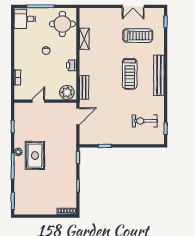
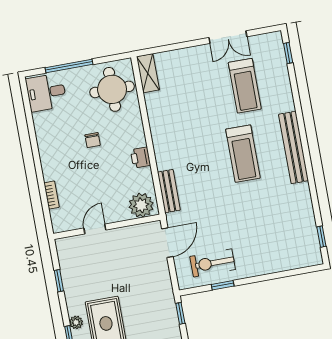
treadmill: (138, 36) -> (245, 86), turned 90
shelving: (84, 39) -> (148, 73), moved
exercise bike: (145, 121) -> (213, 263), moved

